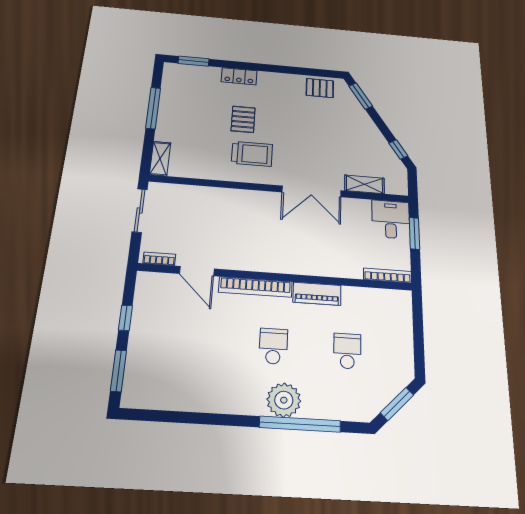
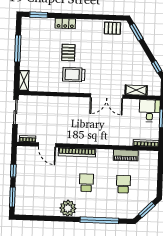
trolley: (252, 154) -> (74, 75), turned 180
piano: (317, 294) -> (126, 155), moved
plant: (284, 400) -> (68, 208), moved

